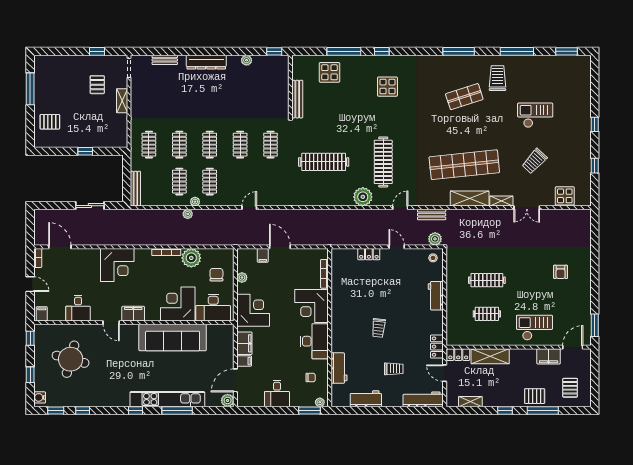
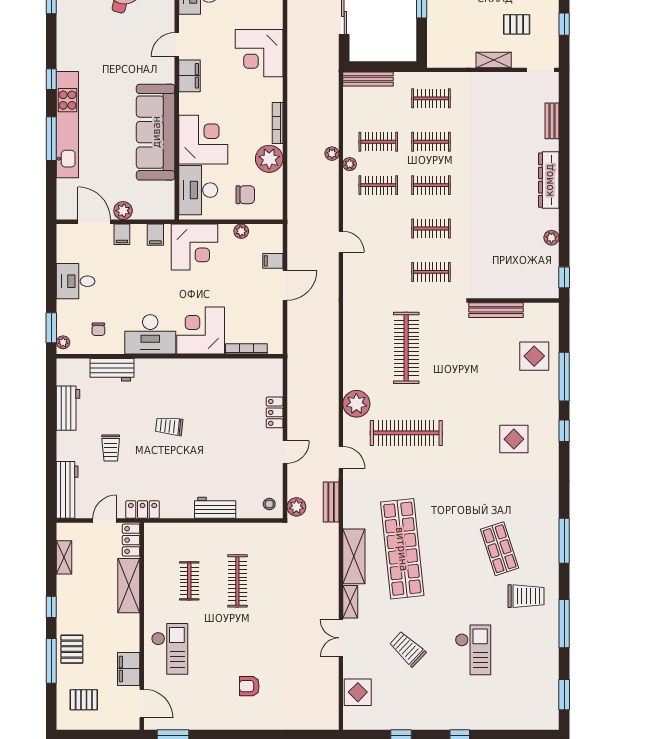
filing cabinet: (244, 343) -> (155, 235), width x0.50
plant: (228, 400) -> (123, 211), moved

